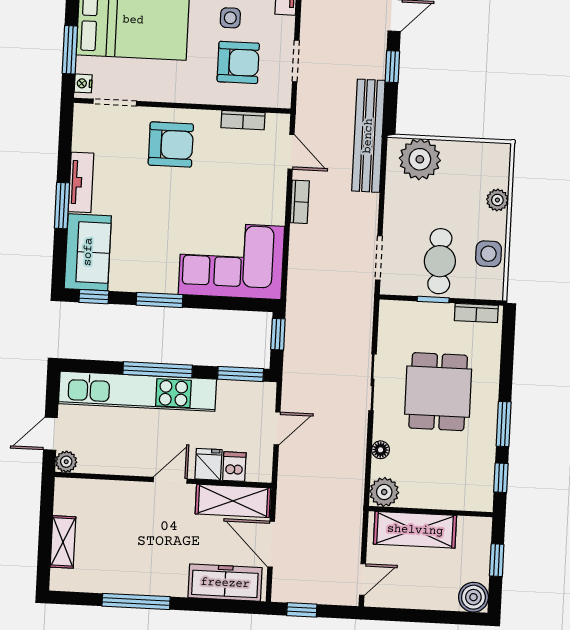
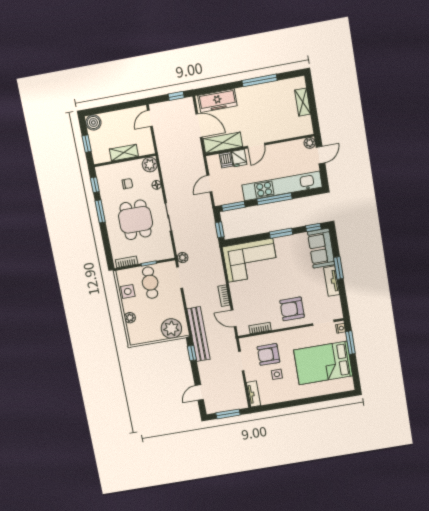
window: (392, 67) -> (192, 353), moved
plant: (364, 296) -> (183, 258), added
chair: (437, 465) -> (127, 184), added
shelving: (415, 530) -> (124, 153), width x0.67, depth x0.75

